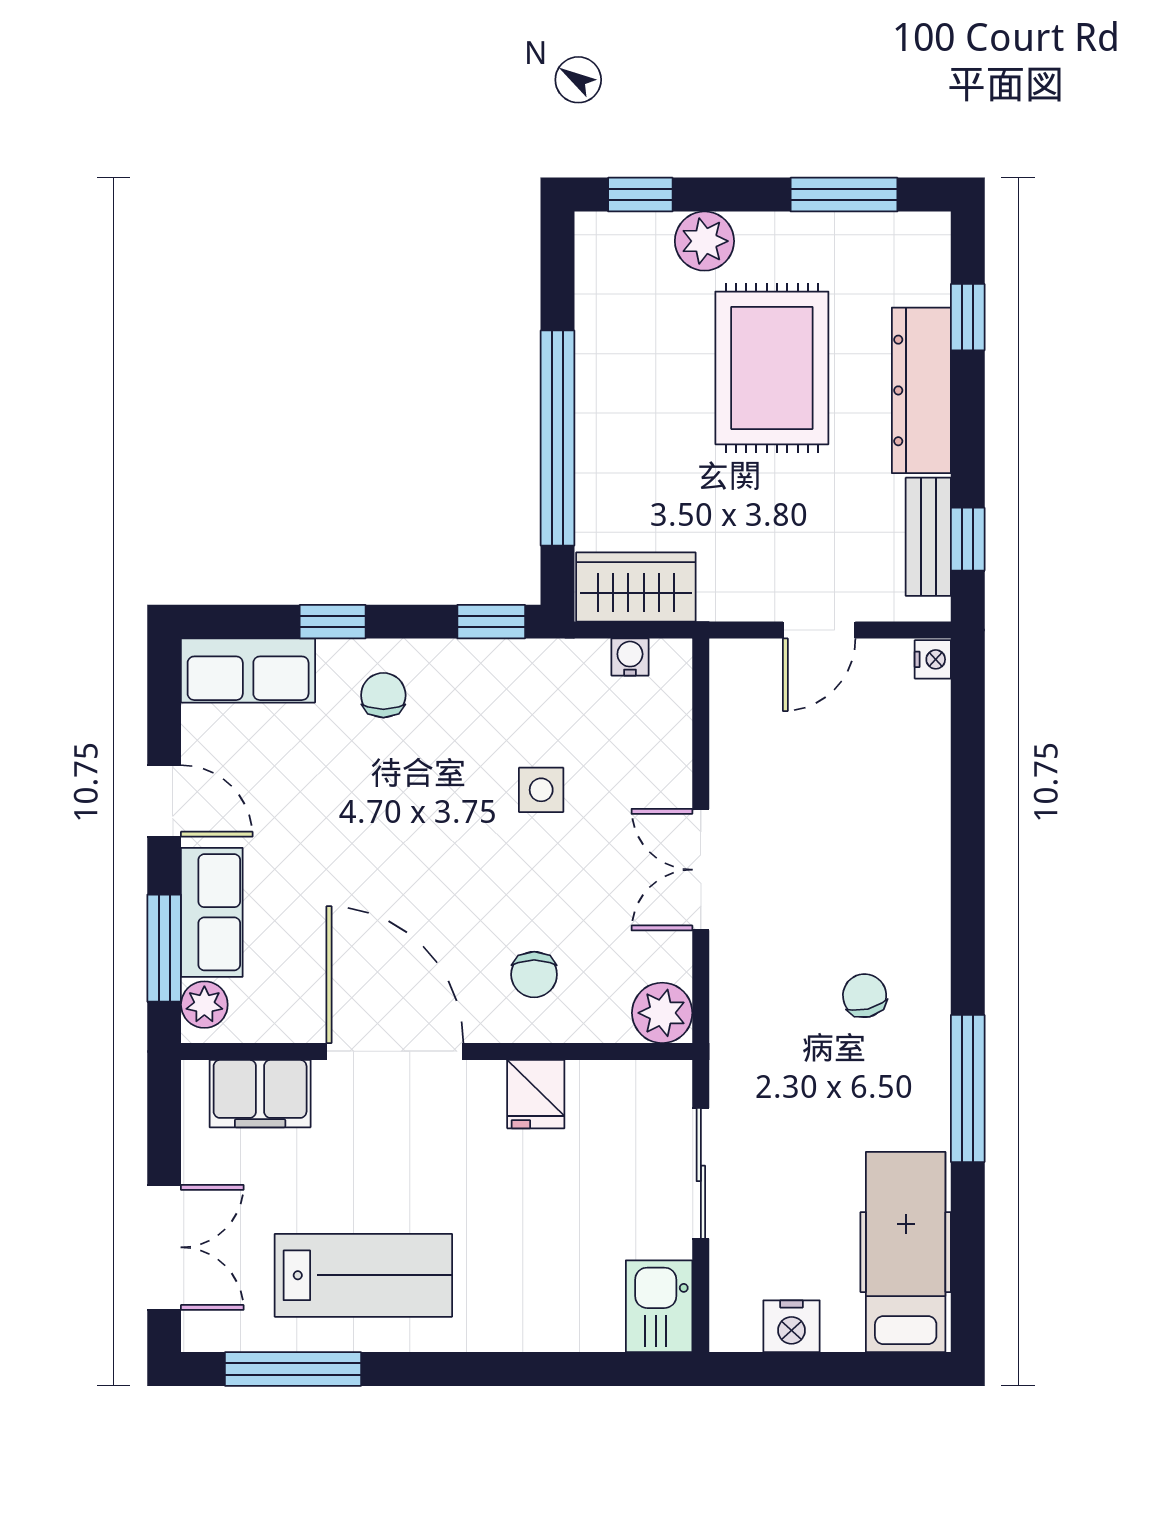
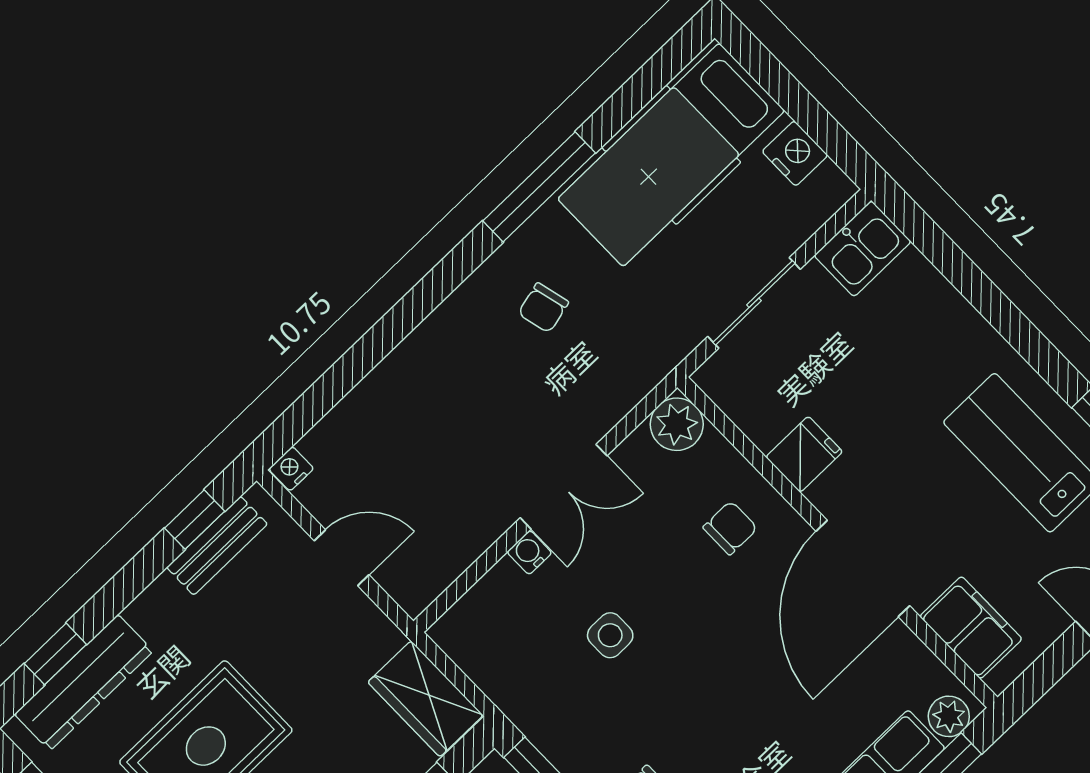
dresser: (921, 390) -> (84, 683), moved
water cooler: (630, 657) -> (529, 552), moved, turned 90
hospital bed: (906, 1252) -> (671, 155), width x1.37, depth x1.29

